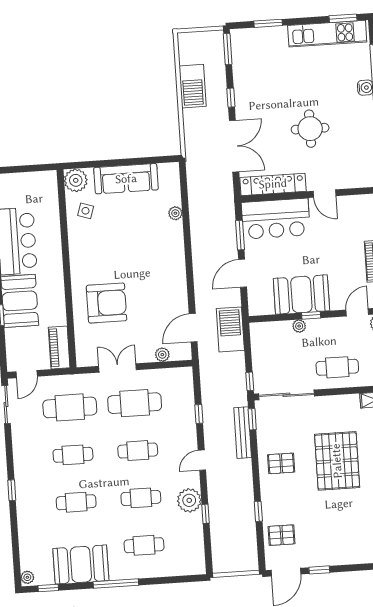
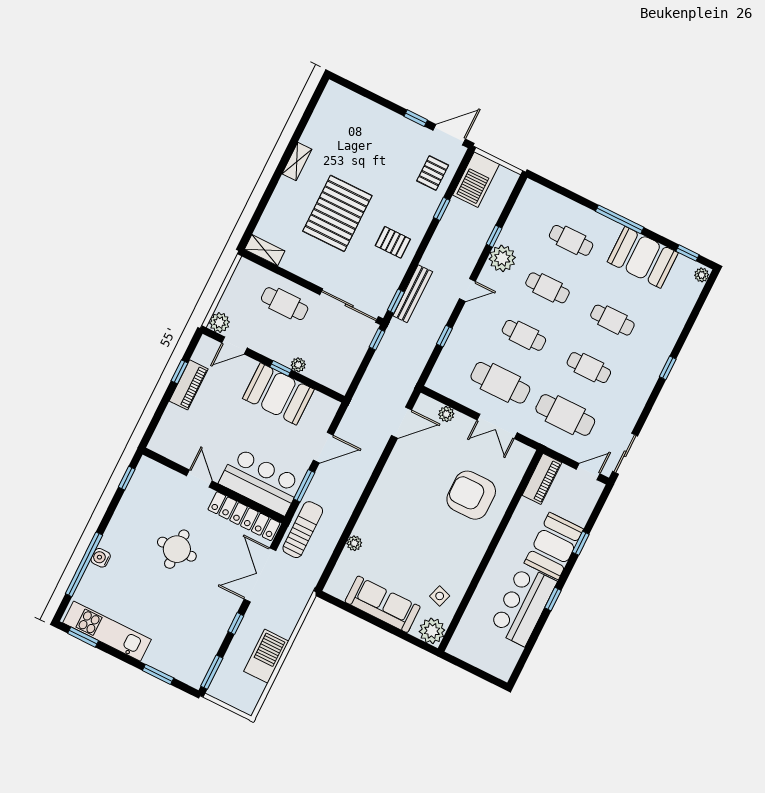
sun lounger: (221, 200) -> (303, 530), added
barbecue: (230, 329) -> (476, 179), moved
pallet: (282, 535) -> (433, 173), turned 90

